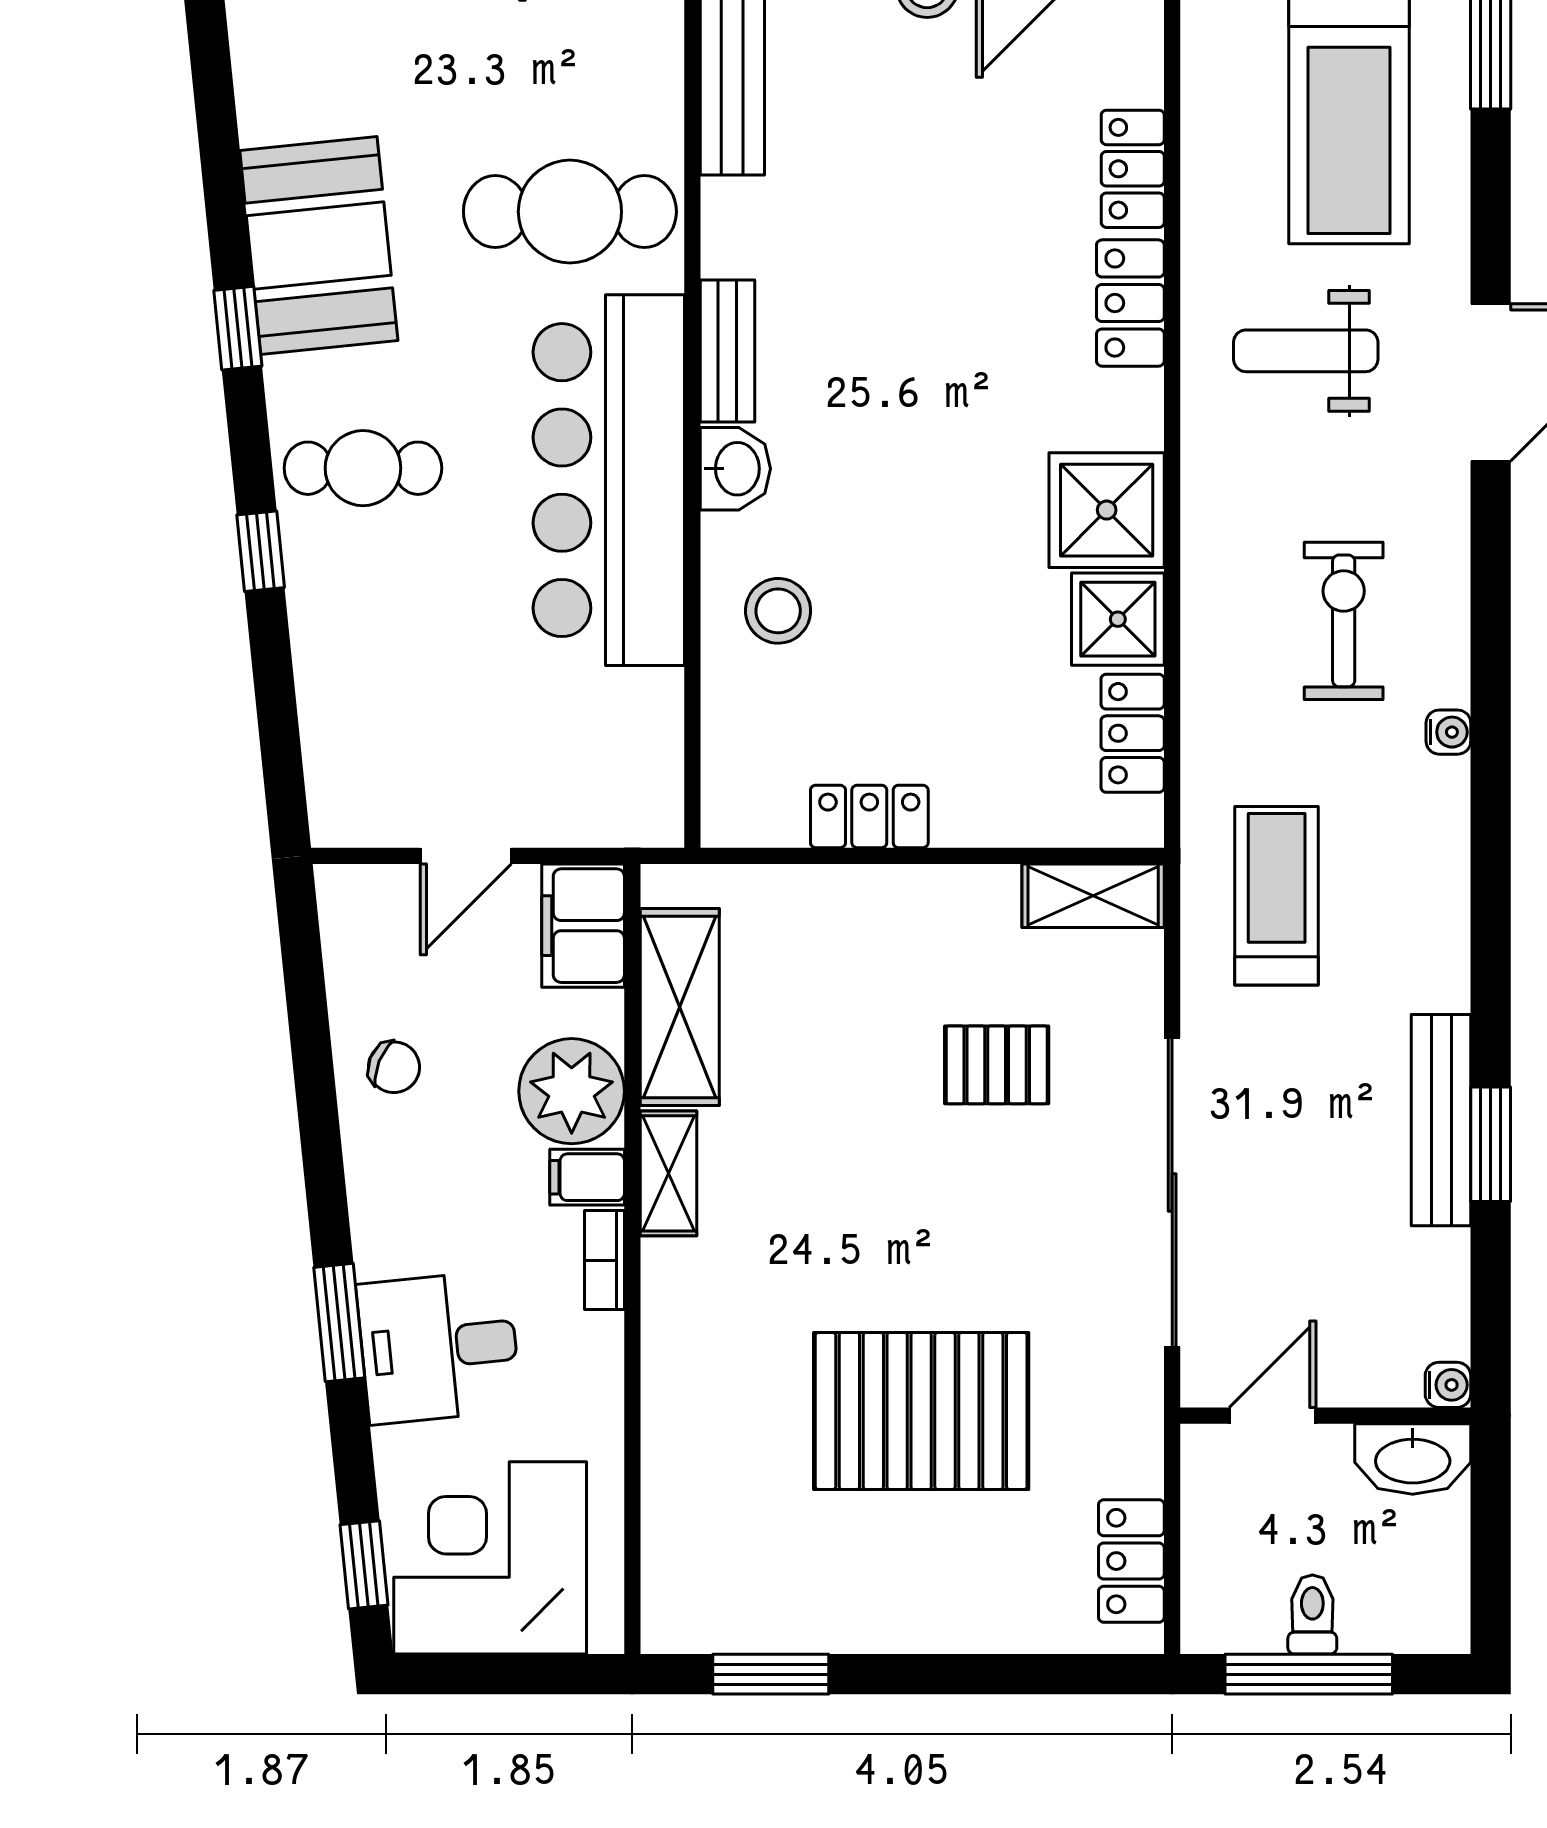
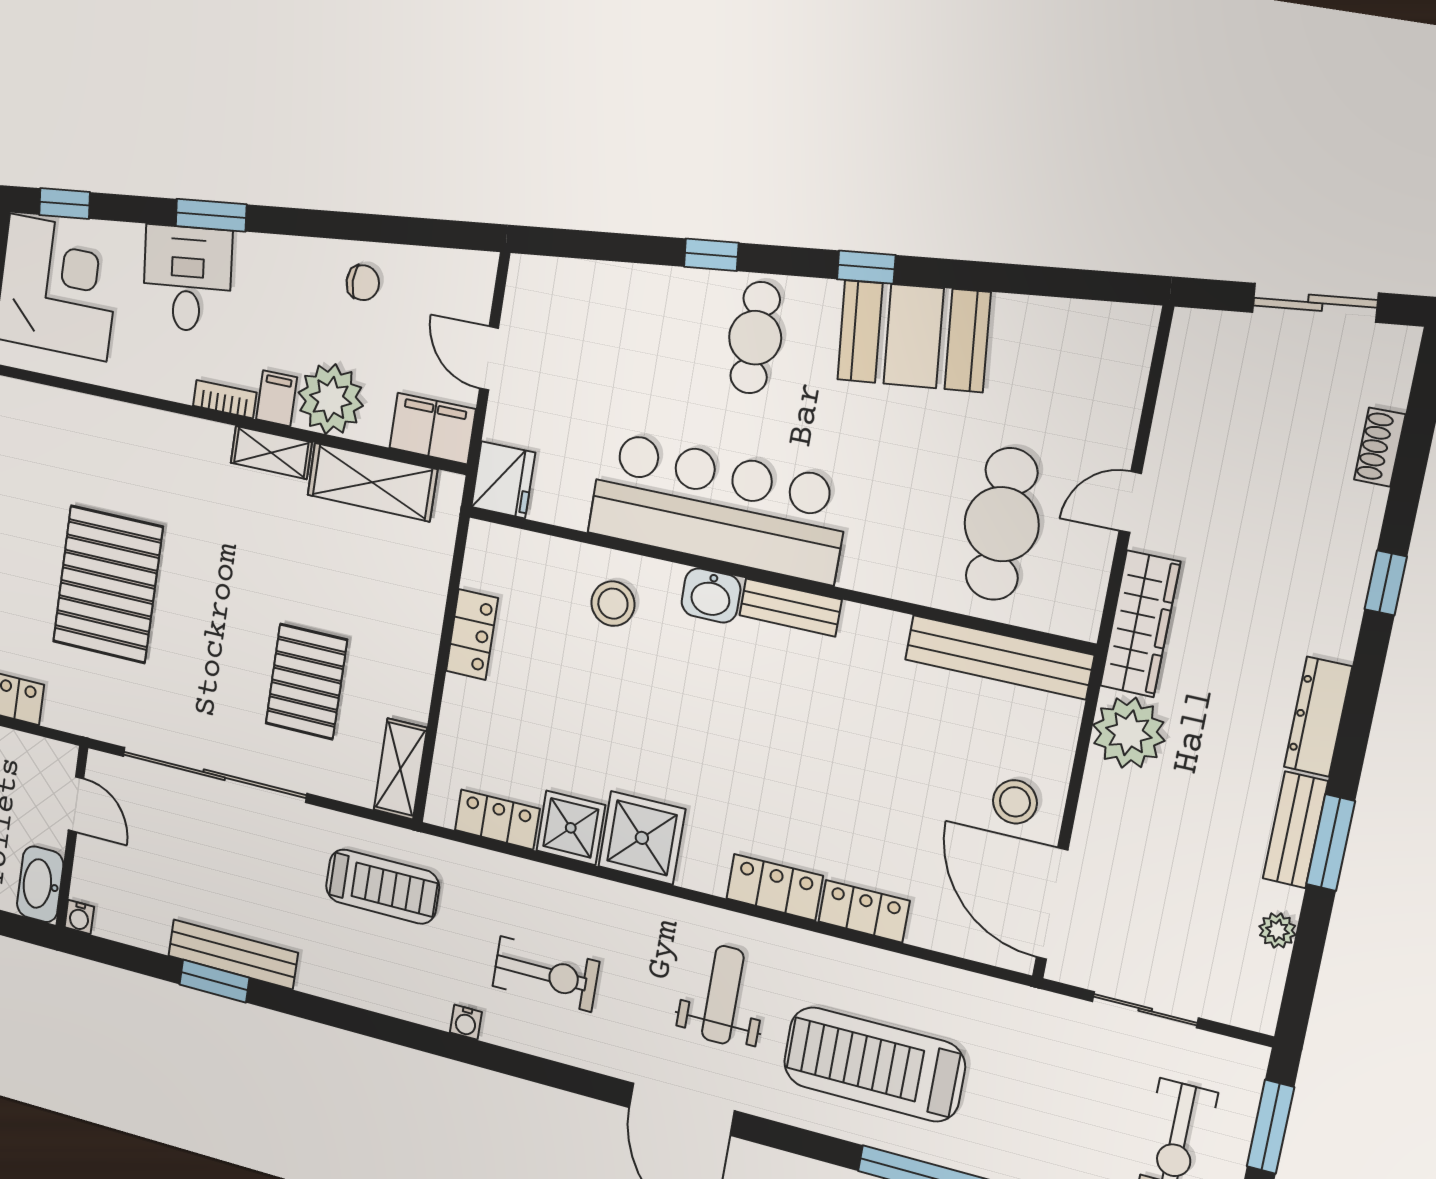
cafe table: (570, 212) -> (1002, 524), moved
fridge: (635, 806) -> (503, 480), added
pallet: (997, 1065) -> (306, 682), width x1.50, depth x1.42
chair: (394, 1067) -> (363, 283), turned -112

